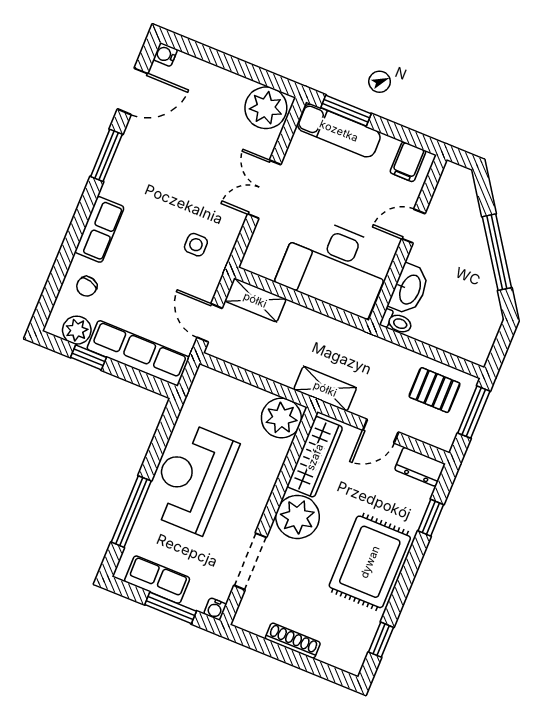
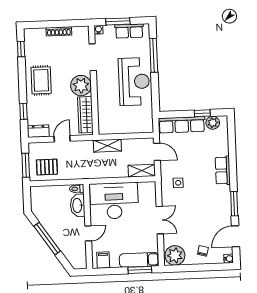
chair: (87, 286) -> (203, 251), moved
shelving: (325, 389) -> (107, 146), moved
plant: (281, 418) -> (107, 125), removed
rug: (370, 562) -> (41, 80), width x0.73, depth x0.70

